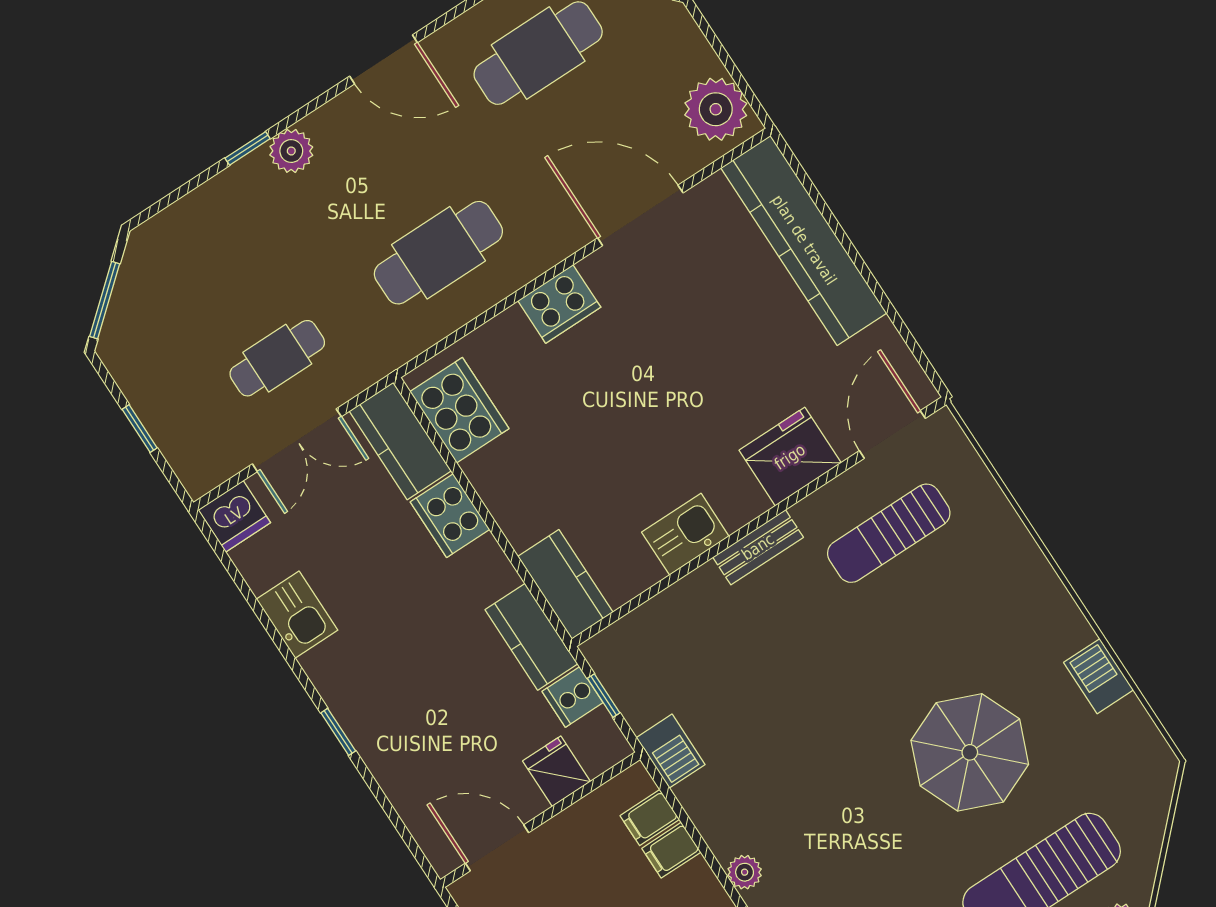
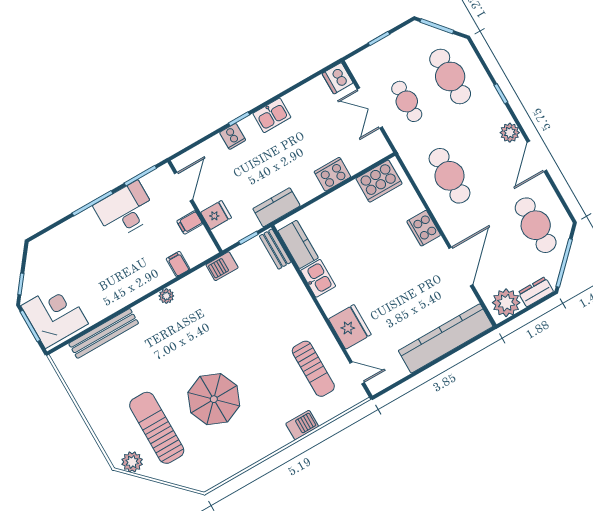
dresser: (687, 44) -> (536, 292), added
plant: (291, 151) -> (510, 133), moved
cafe table: (216, 264) -> (450, 76), added
door: (892, 435) -> (357, 373), width x0.73
kitchen counter: (400, 441) -> (367, 154), removed
sun lounger: (889, 533) -> (313, 369), turned 180
bench: (758, 547) -> (275, 249), moved
kitchen counter: (565, 584) -> (298, 244), moved, turned -90
kitchen sink: (297, 615) -> (272, 115), moved
barbecue: (1098, 676) -> (302, 425), moved
cooker: (573, 697) -> (233, 136), moved, turned 180
filing cabinet: (650, 818) -> (190, 222), moved, turned -90

